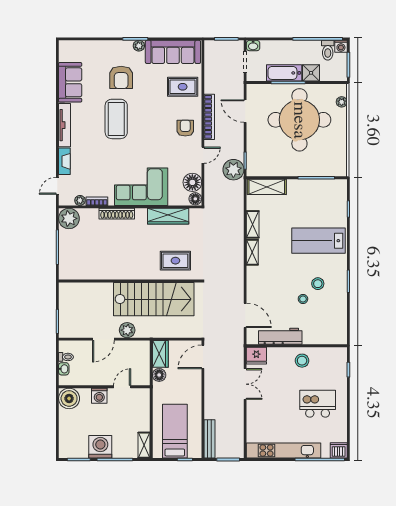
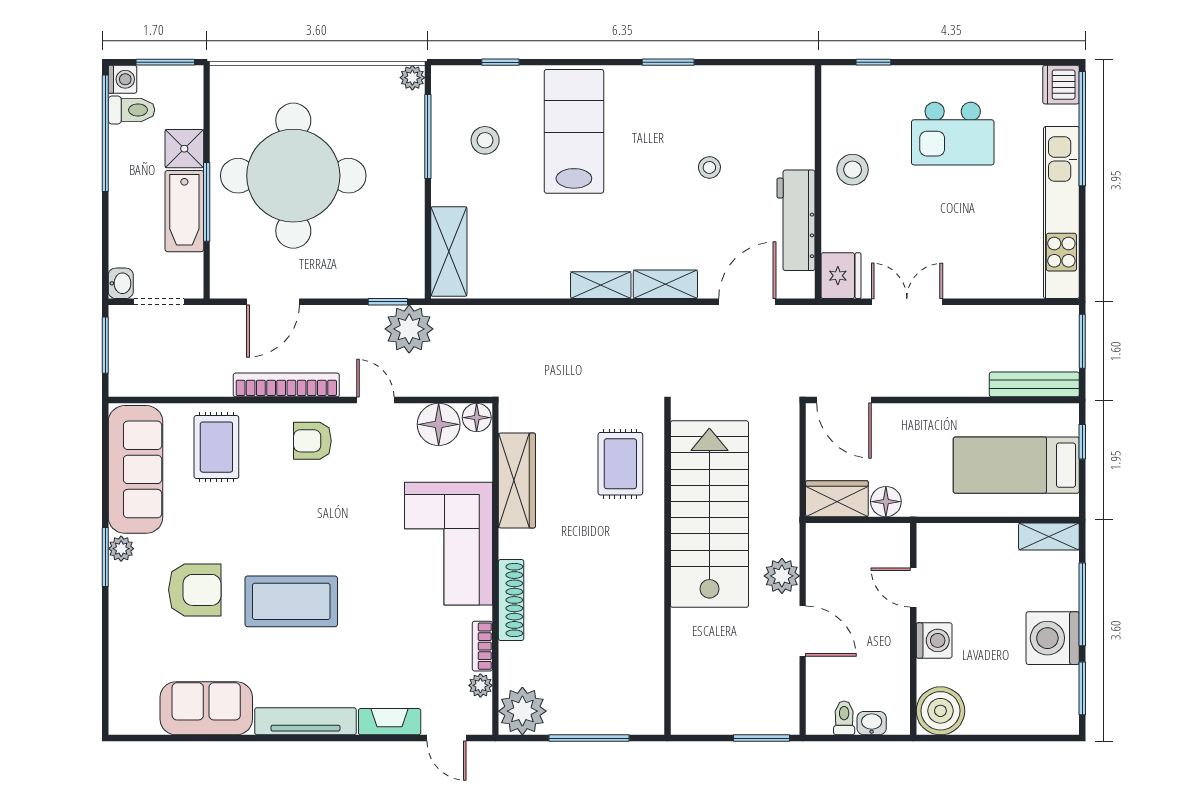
plant: (342, 102) -> (412, 78), moved
shelving: (253, 224) -> (665, 284), moved
lab bench: (319, 241) -> (574, 131), turned 180
stool: (318, 284) -> (485, 140), moved
kitchen island: (318, 404) -> (953, 134), turned -90

